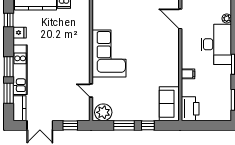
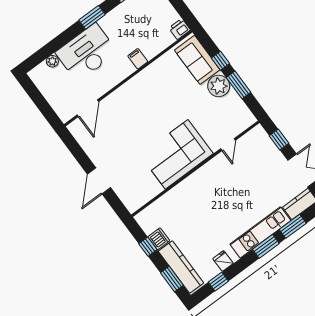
sofa: (169, 104) -> (197, 60), moved, turned 90
printer: (190, 109) -> (180, 29), width x0.53, depth x0.68
plant: (103, 112) -> (219, 86), moved

